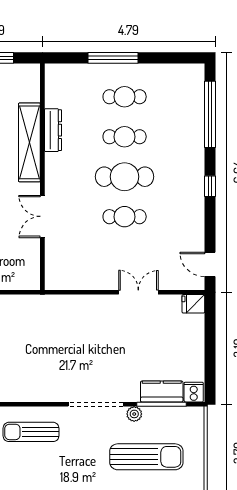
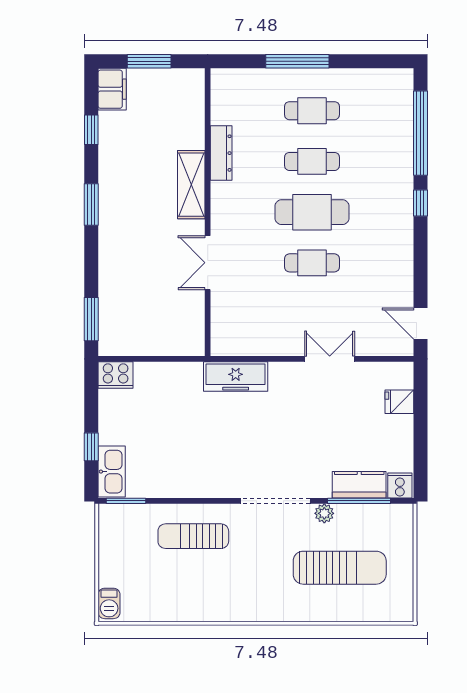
shelving: (29, 142) -> (191, 185), width x0.68
window: (210, 186) -> (420, 203), moved
fridge: (193, 304) -> (399, 402), moved
freezer: (64, 306) -> (236, 376), added

